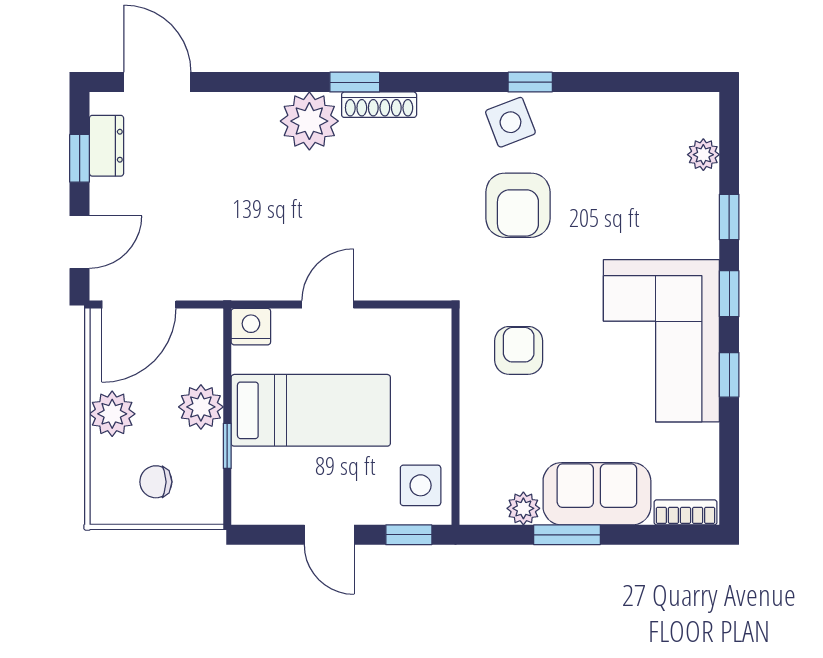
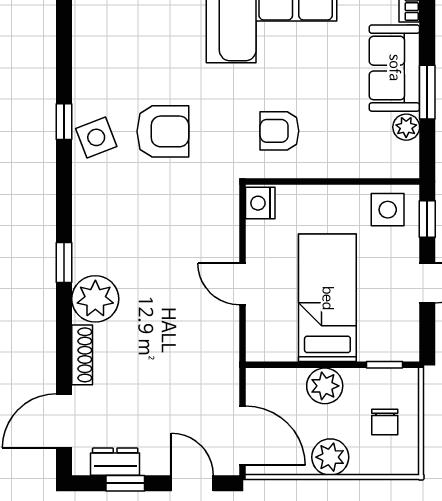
shoe rack: (379, 105) -> (82, 355), moved
nightstand: (251, 327) -> (260, 203), moved
window: (227, 446) -> (385, 365), moved

